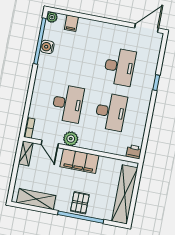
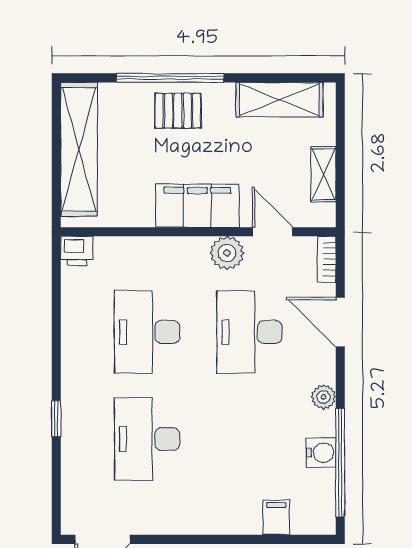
plant: (52, 17) -> (324, 397), moved
door: (29, 100) -> (340, 322), added
shelving: (26, 153) -> (323, 174), moved
pallet: (80, 203) -> (178, 111), turned 90

